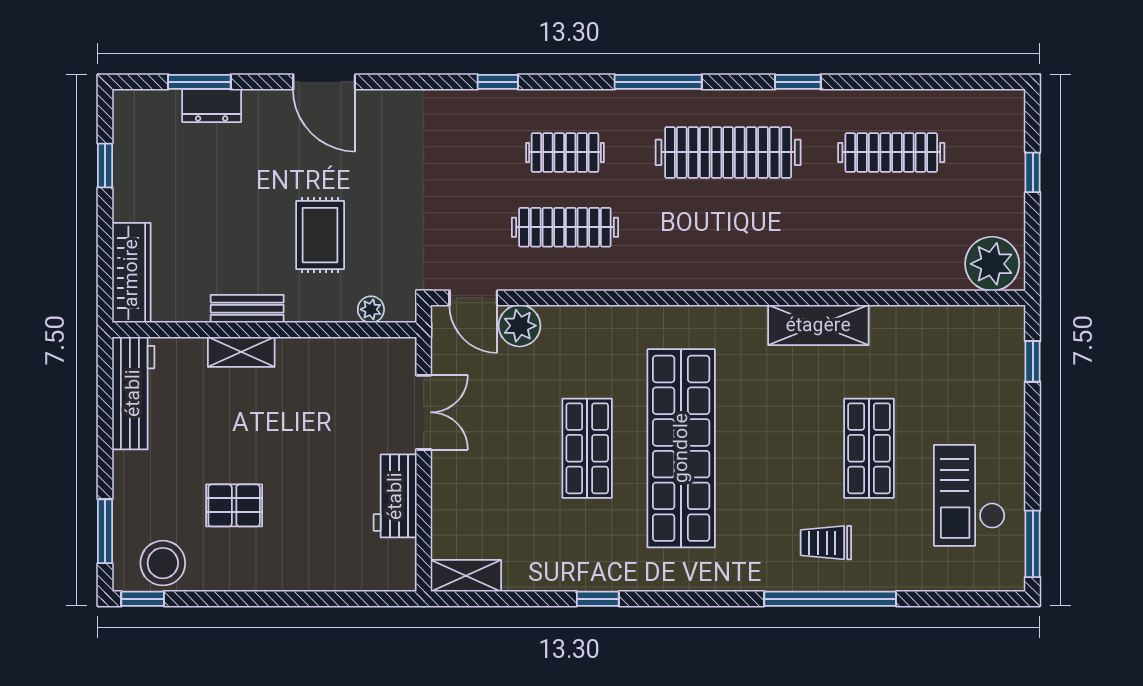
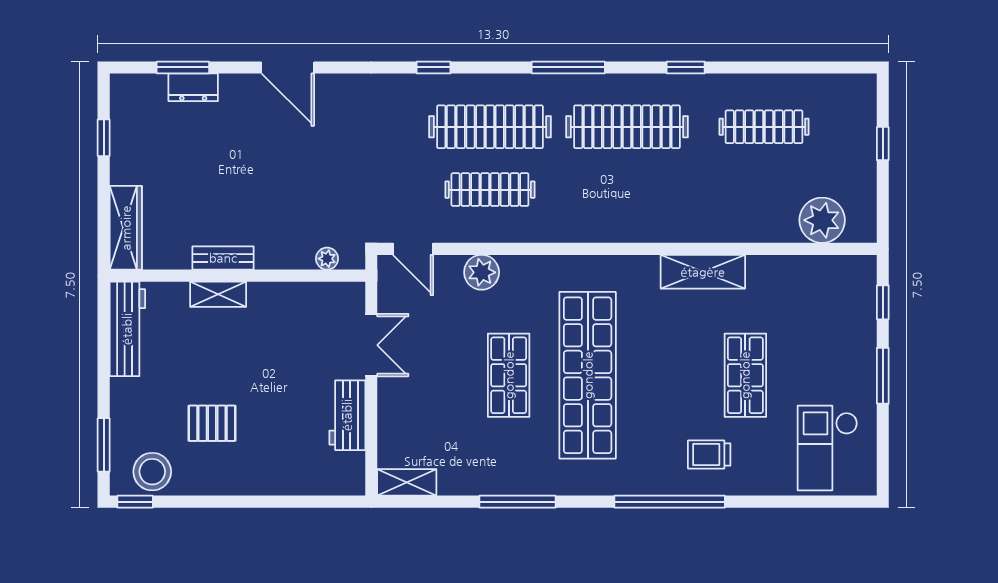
clothes rail: (565, 152) -> (490, 127), width x1.86, depth x1.31
rug: (320, 235) -> (284, 196), removed
plant: (992, 264) -> (822, 220), moved
plant: (520, 326) -> (482, 272), moved
checkout: (969, 495) -> (827, 448), moved
window: (1033, 544) -> (883, 376), moved
window: (598, 599) -> (518, 502), width x2.17
window: (830, 599) -> (670, 502), moved

